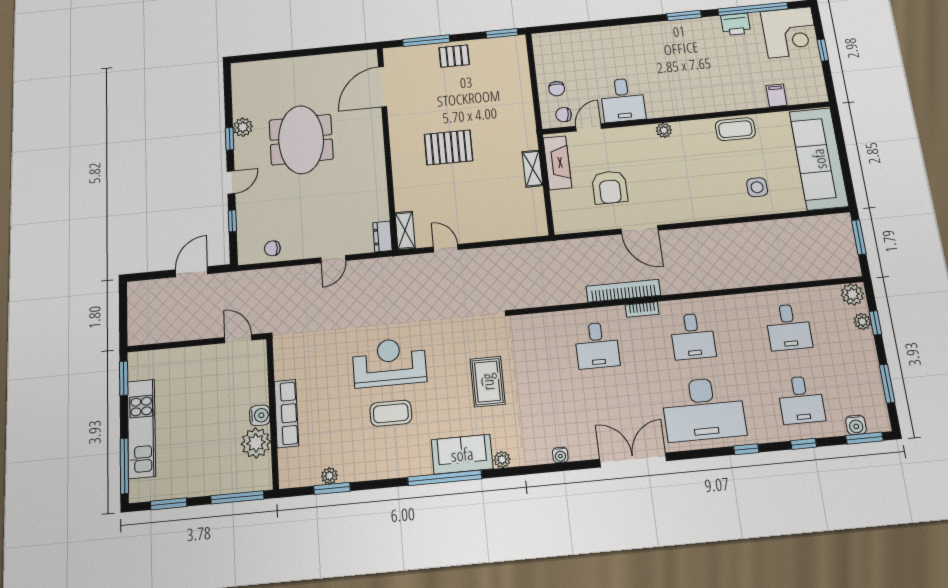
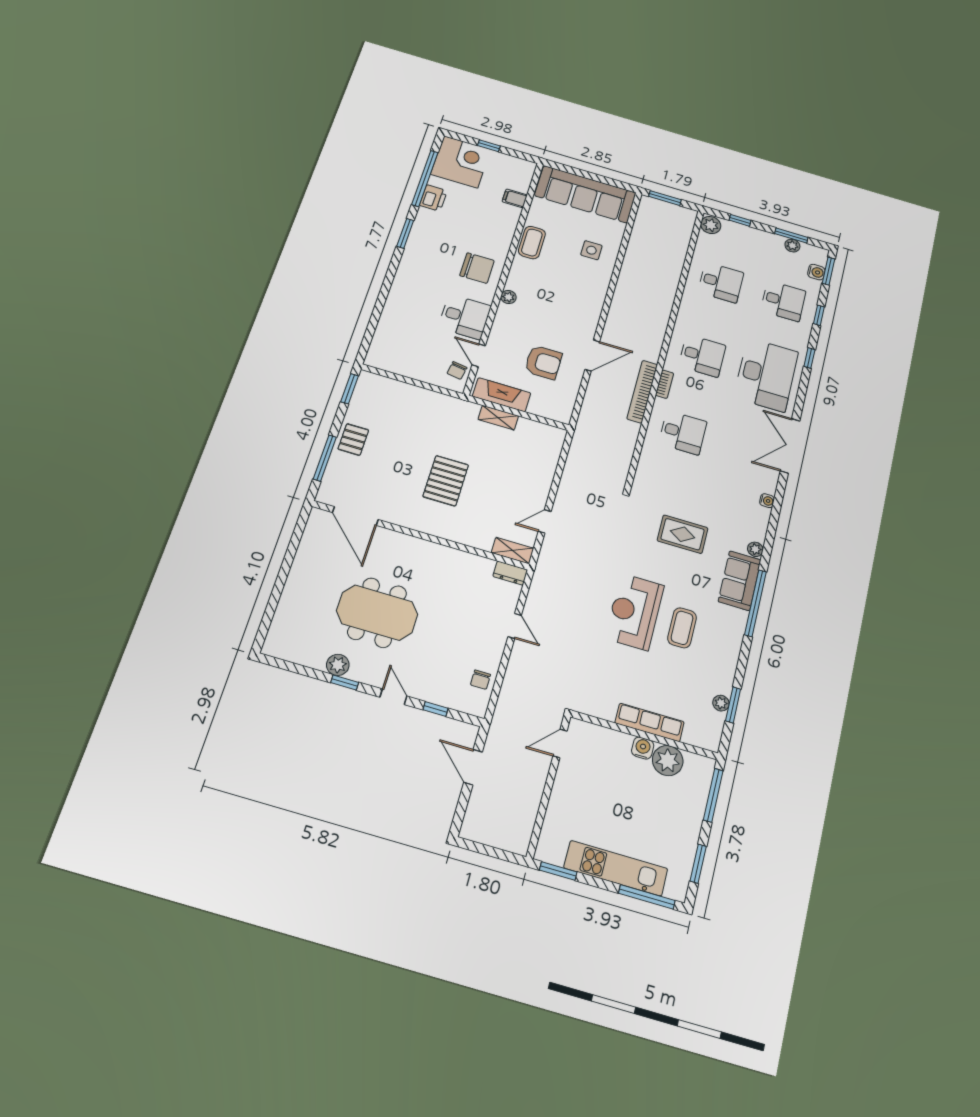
chair: (557, 89) -> (477, 268), moved, width x1.87, depth x1.87
plant: (862, 321) -> (792, 246), moved

